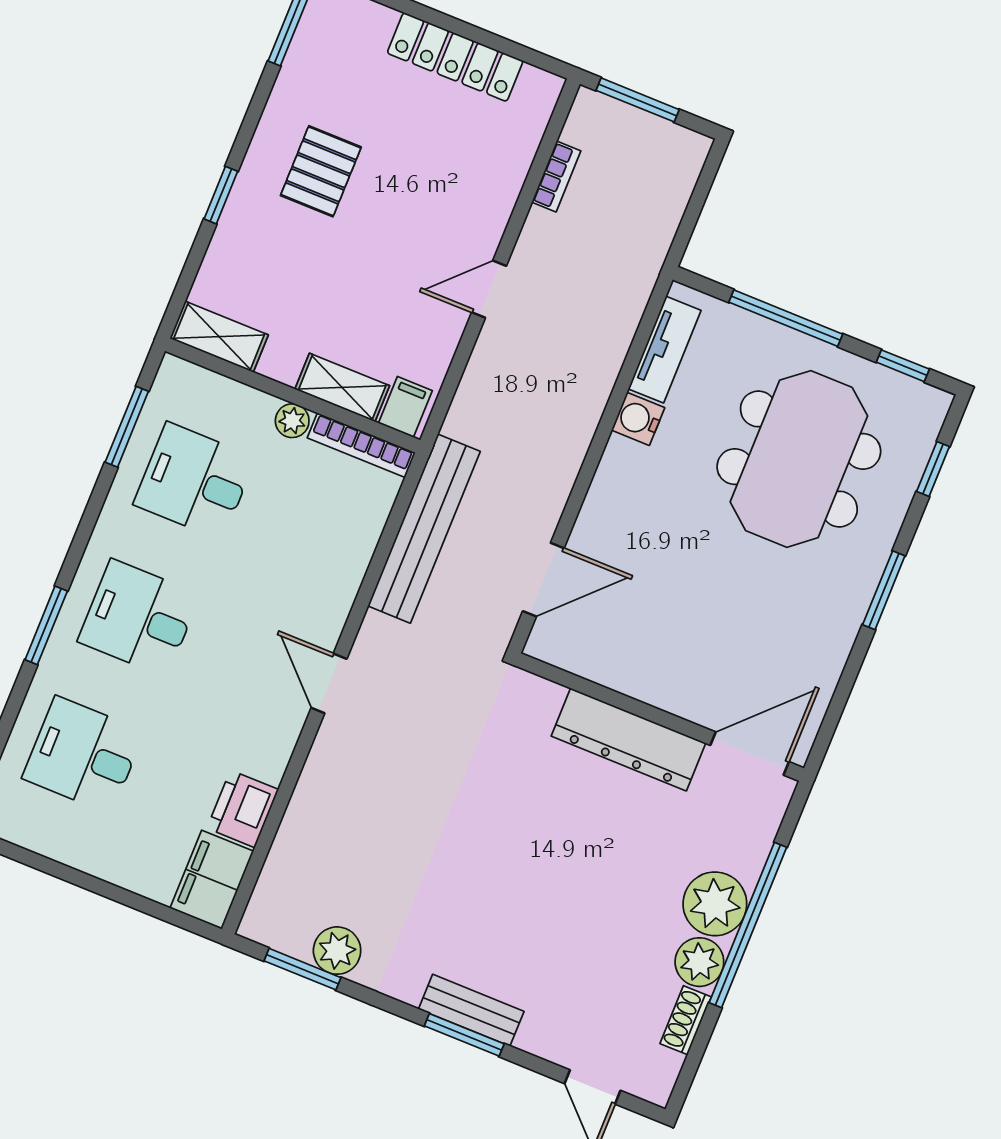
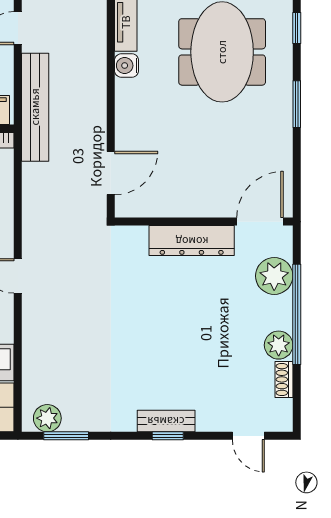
bench: (424, 529) -> (35, 107), moved
plant: (715, 904) -> (274, 276), moved
plant: (337, 951) -> (47, 418), moved
window: (464, 1035) -> (168, 436), width x0.67

